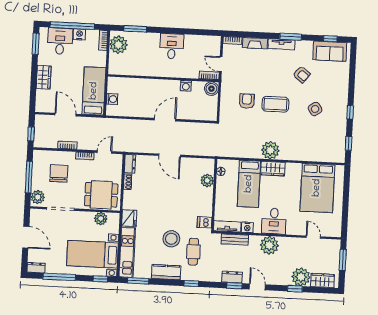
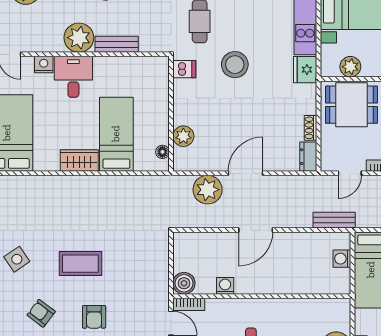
armchair: (247, 101) -> (94, 317), moved
bench: (116, 123) -> (334, 220), added
plant: (270, 150) -> (208, 190), moved
door: (170, 155) -> (246, 173), hinge flipped
tv unit: (227, 226) -> (148, 64), removed
nightstand: (247, 227) -> (44, 65), moved
stool: (171, 239) -> (235, 65), moved
bench: (235, 239) -> (117, 44), moved

